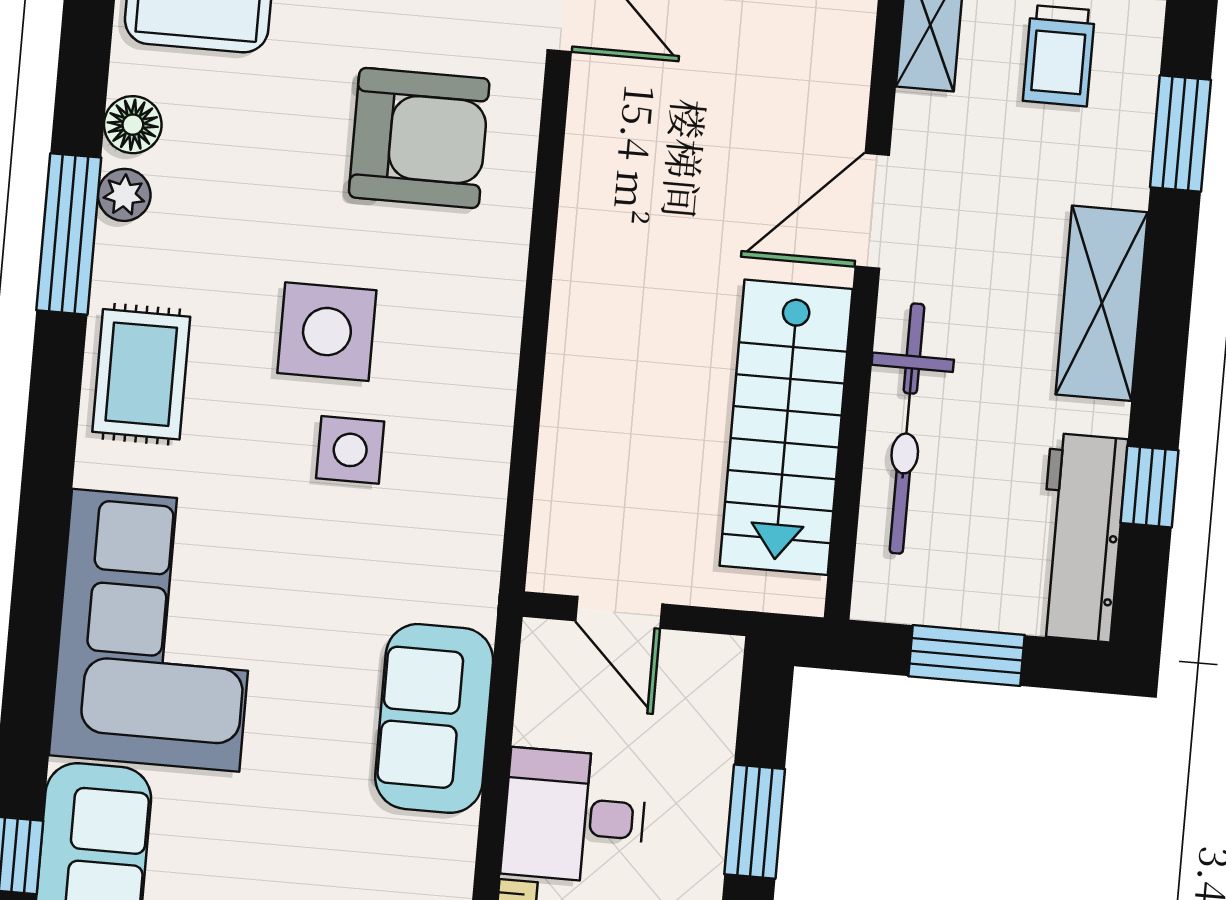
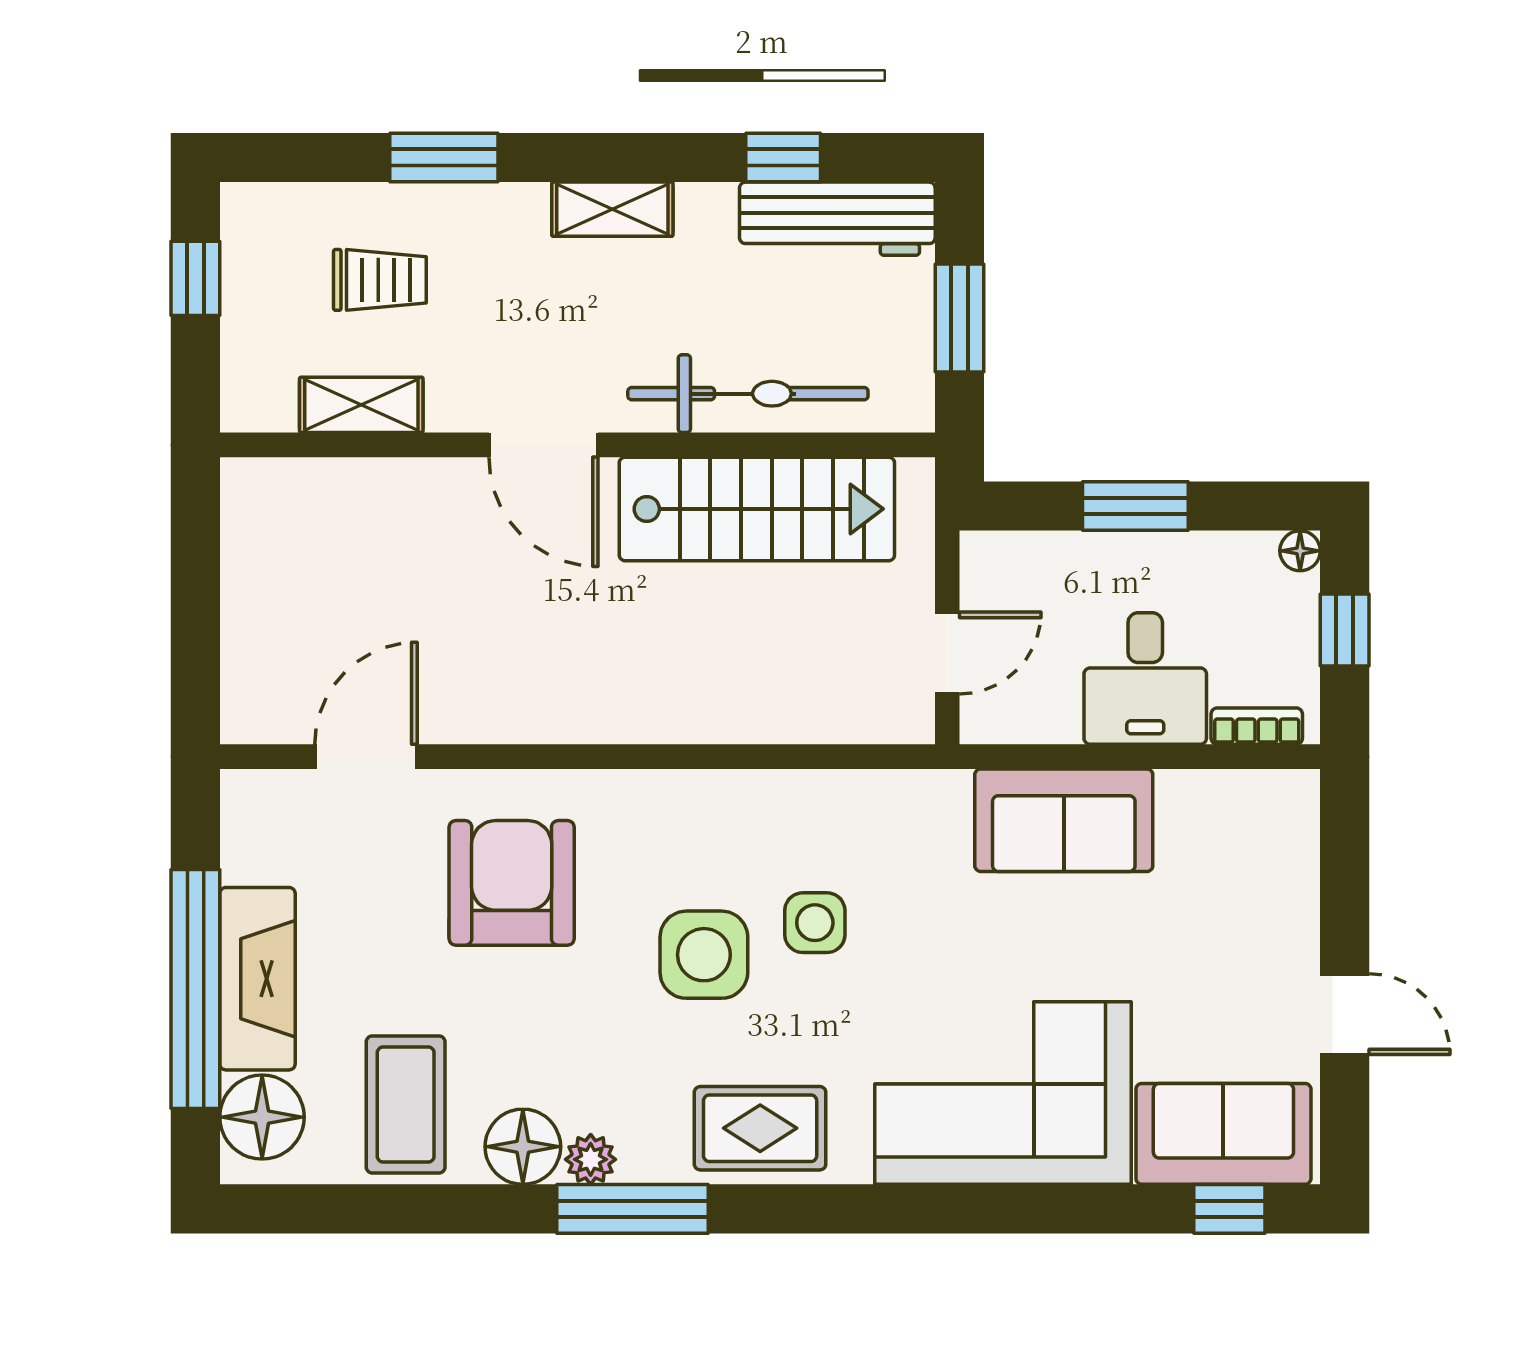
floor lamp: (133, 125) -> (523, 1147), width x1.38, depth x1.38
shelving: (1102, 303) -> (612, 209), width x0.67, depth x0.75

